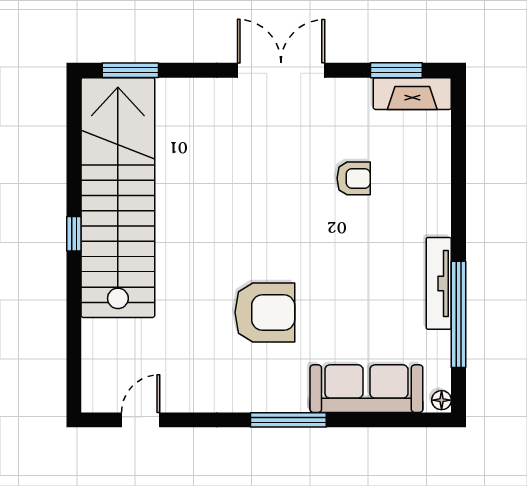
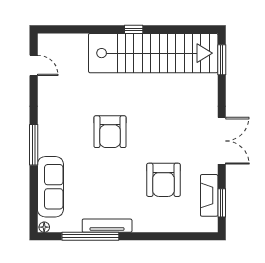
fireplace: (412, 94) -> (209, 195), moved
armchair: (354, 178) -> (163, 180), width x1.88, depth x1.88
armchair: (265, 312) -> (110, 132), moved

